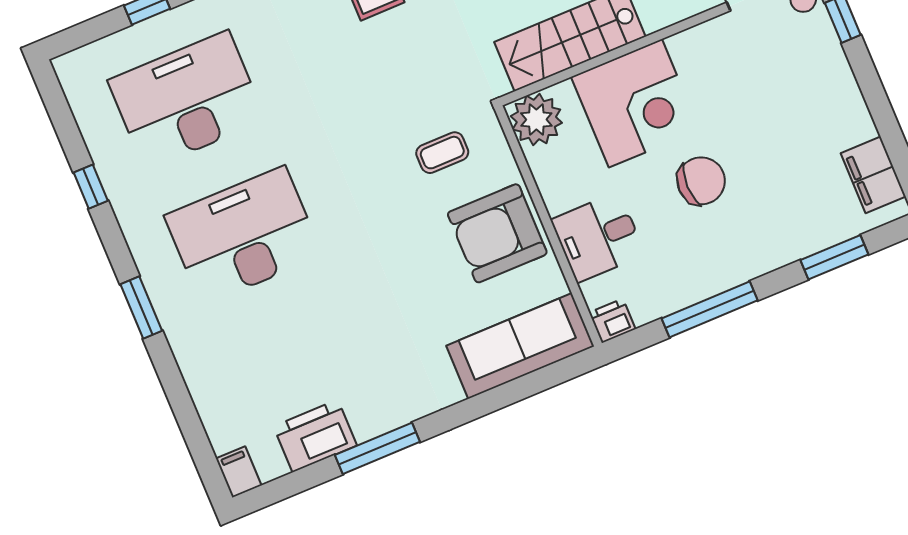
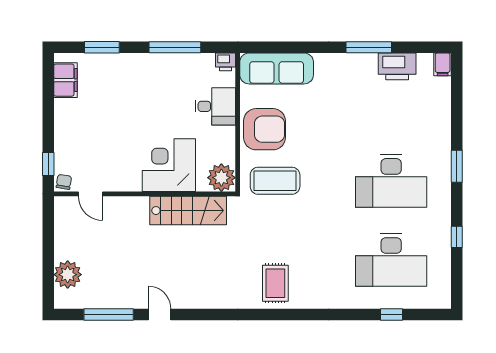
coffee table: (442, 153) -> (275, 181), width x1.86, depth x1.72
chair: (701, 181) -> (152, 113), removed

